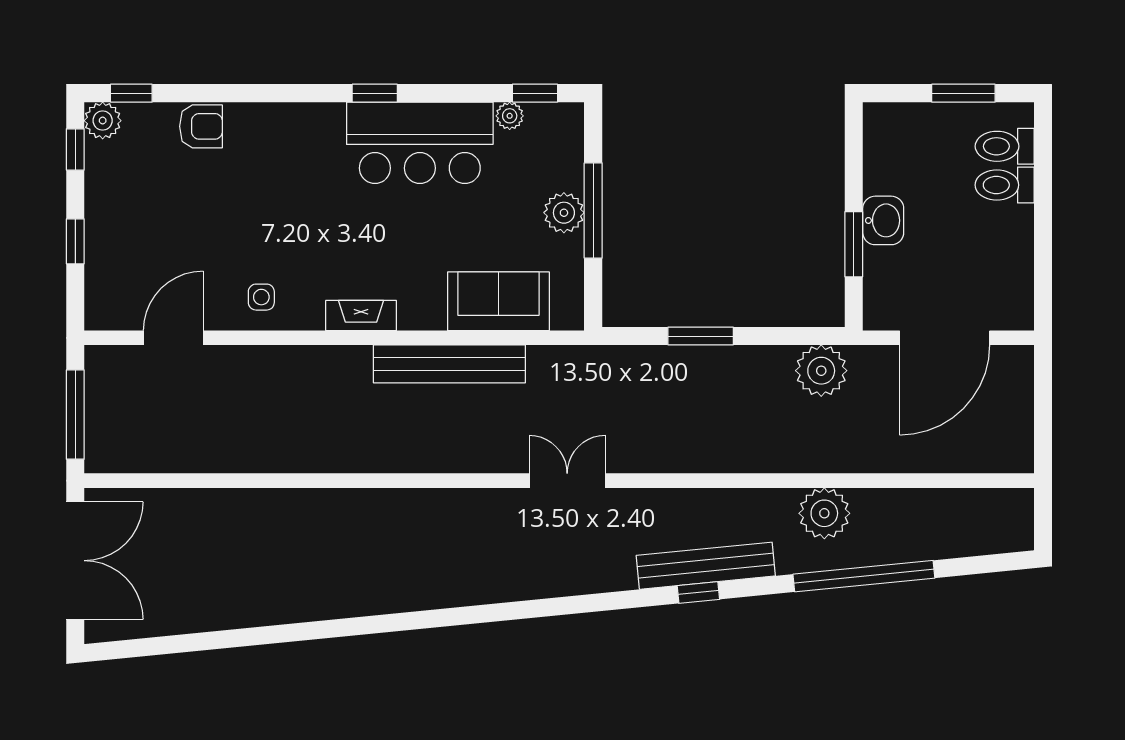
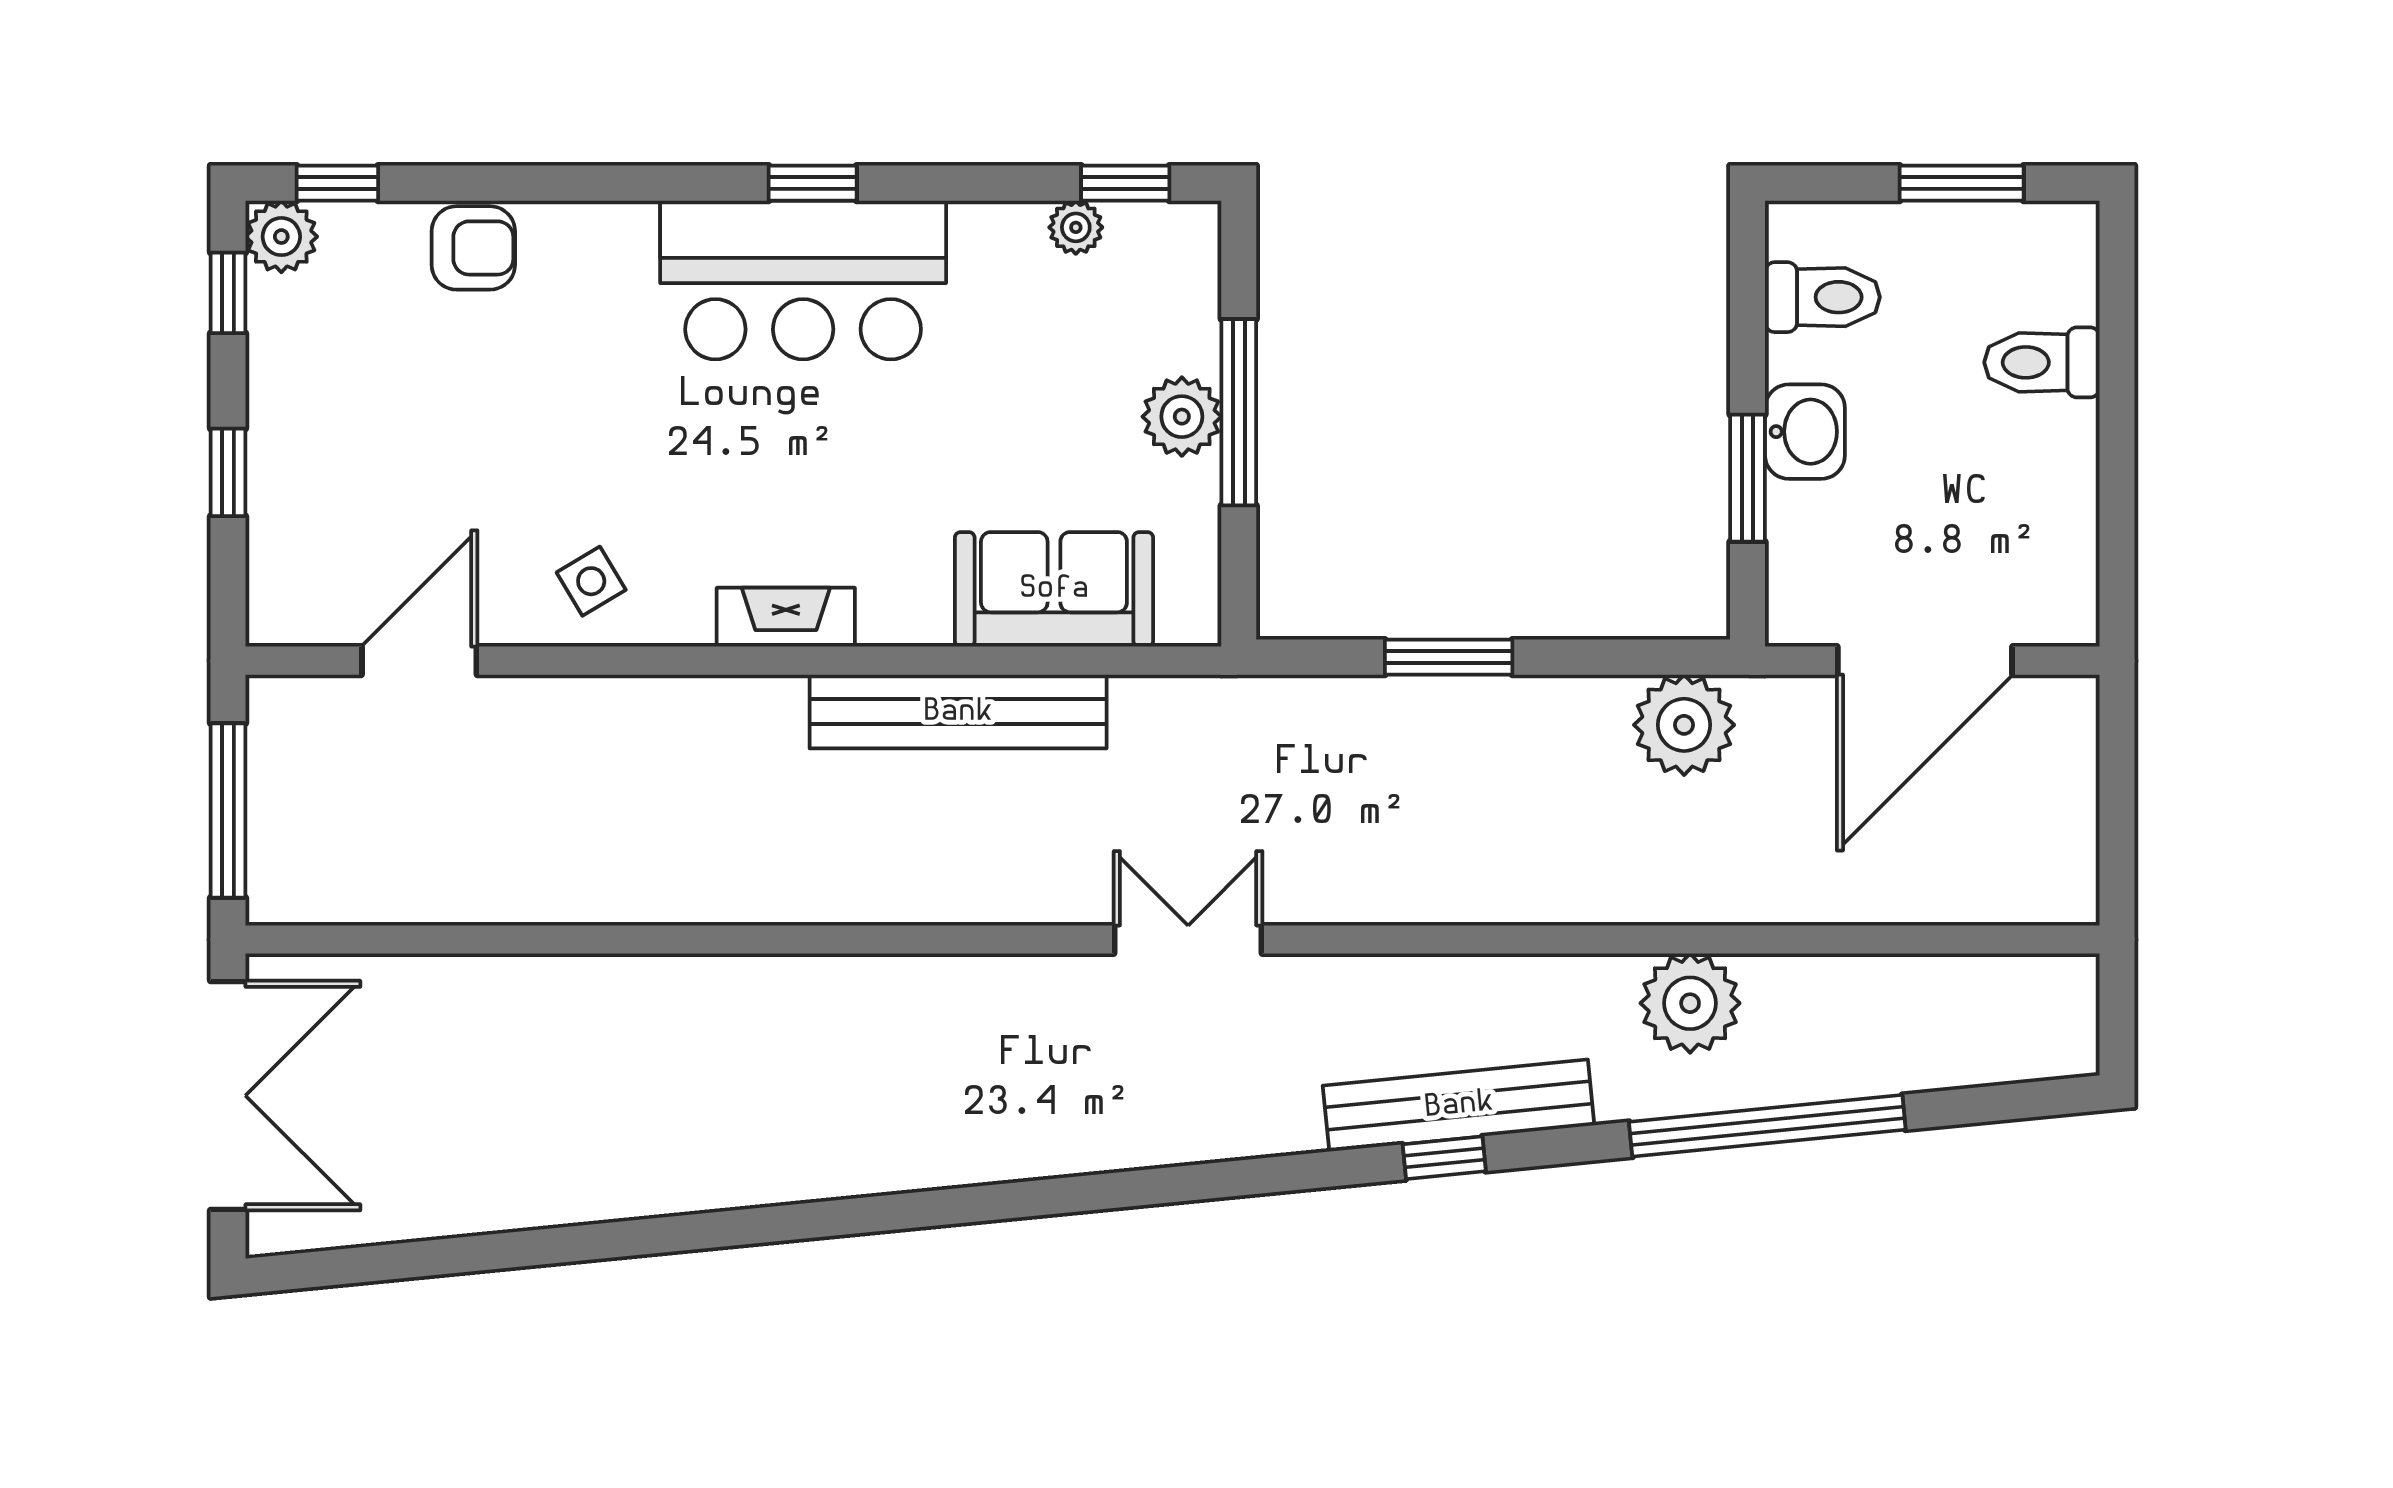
bar counter: (420, 143) -> (803, 280), moved
toilet: (1005, 146) -> (1822, 297), moved, turned 180
side table: (261, 297) -> (591, 581), turned -31

